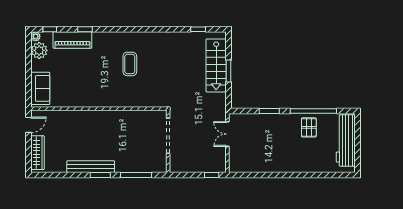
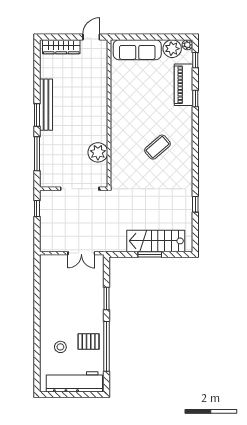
window: (198, 29) -> (195, 204), moved
coffee table: (130, 64) -> (158, 147), turned -41
sofa: (40, 88) -> (137, 50), width x1.36
plant: (135, 119) -> (98, 152), added
door: (28, 125) -> (91, 37), swing flipped
double door: (227, 134) -> (81, 253), swing flipped
stool: (314, 153) -> (60, 347), added
window: (212, 175) -> (37, 208), moved

